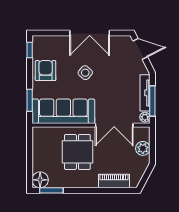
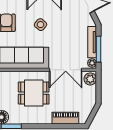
plant: (143, 148) -> (90, 79), moved
dining table: (77, 152) -> (34, 93), turned 90

